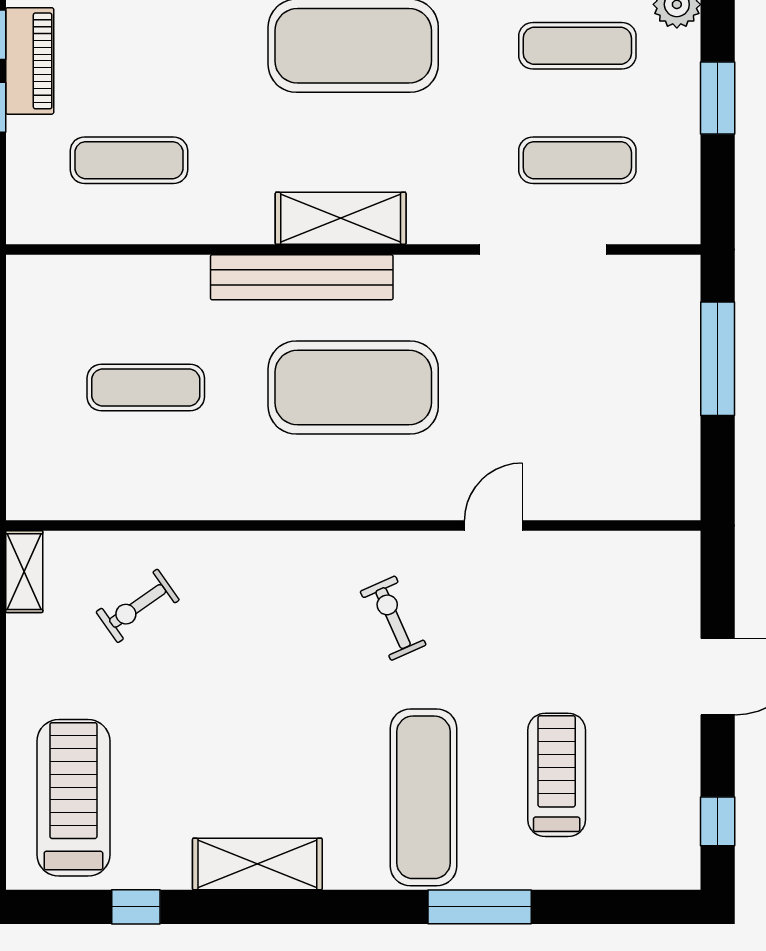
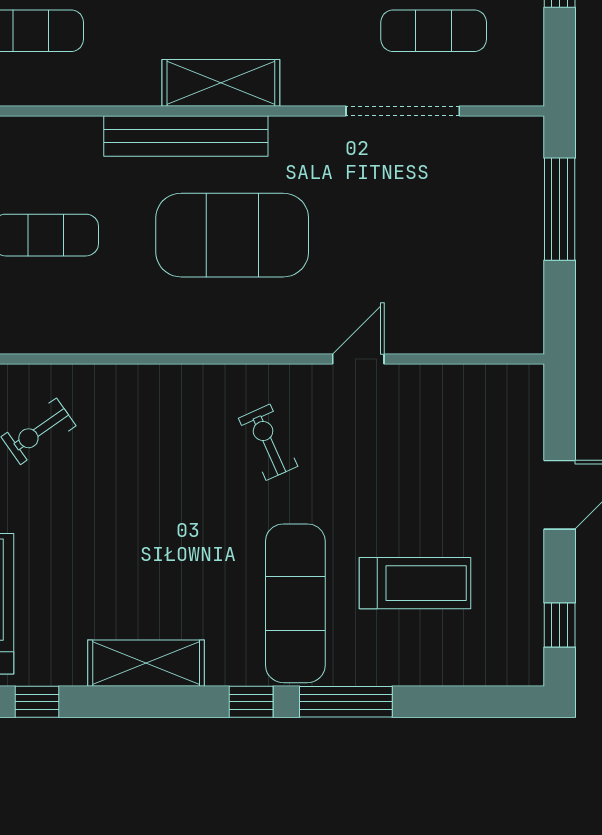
treadmill: (557, 775) -> (415, 583), turned 90
window: (374, 907) -> (251, 702), added

